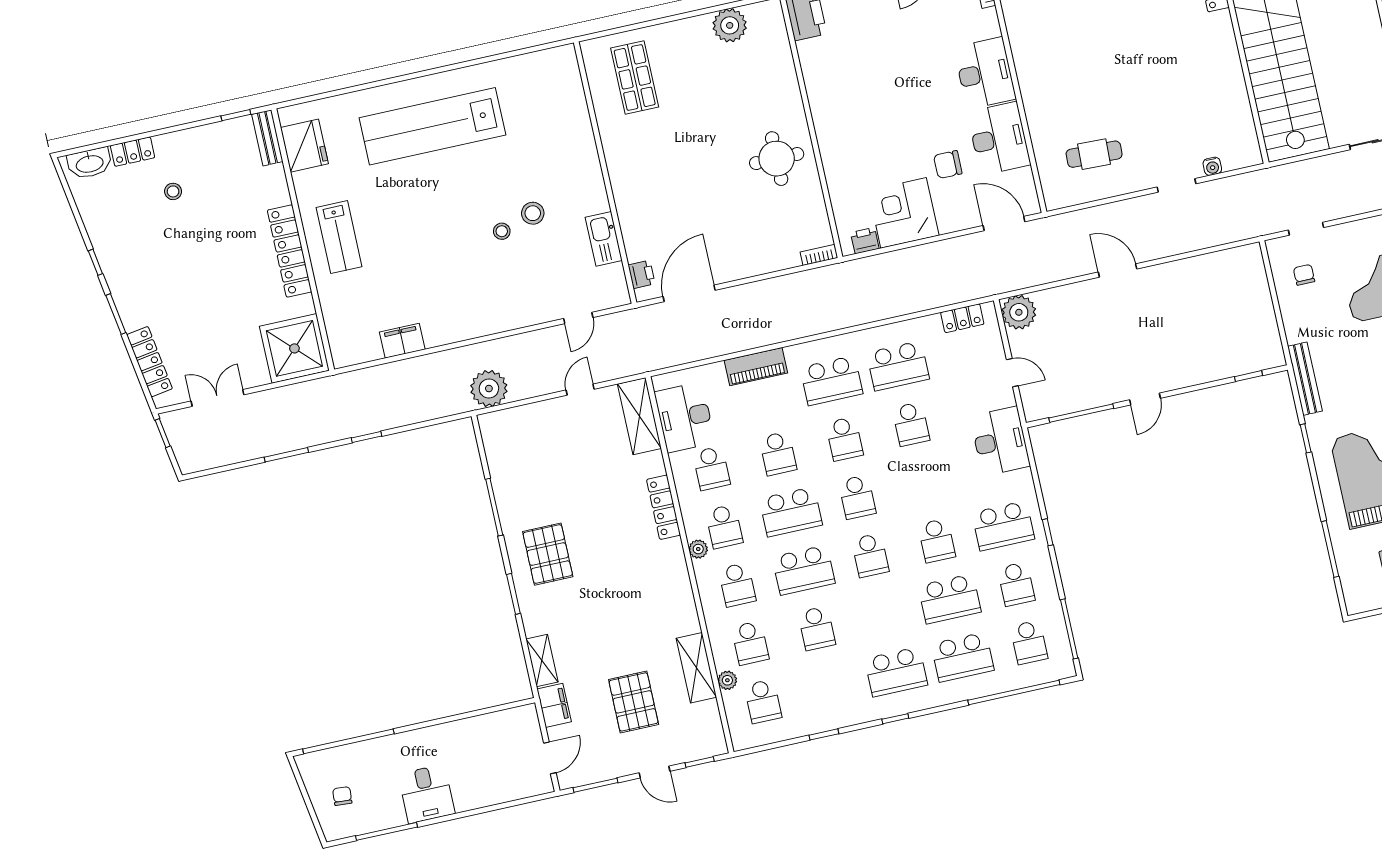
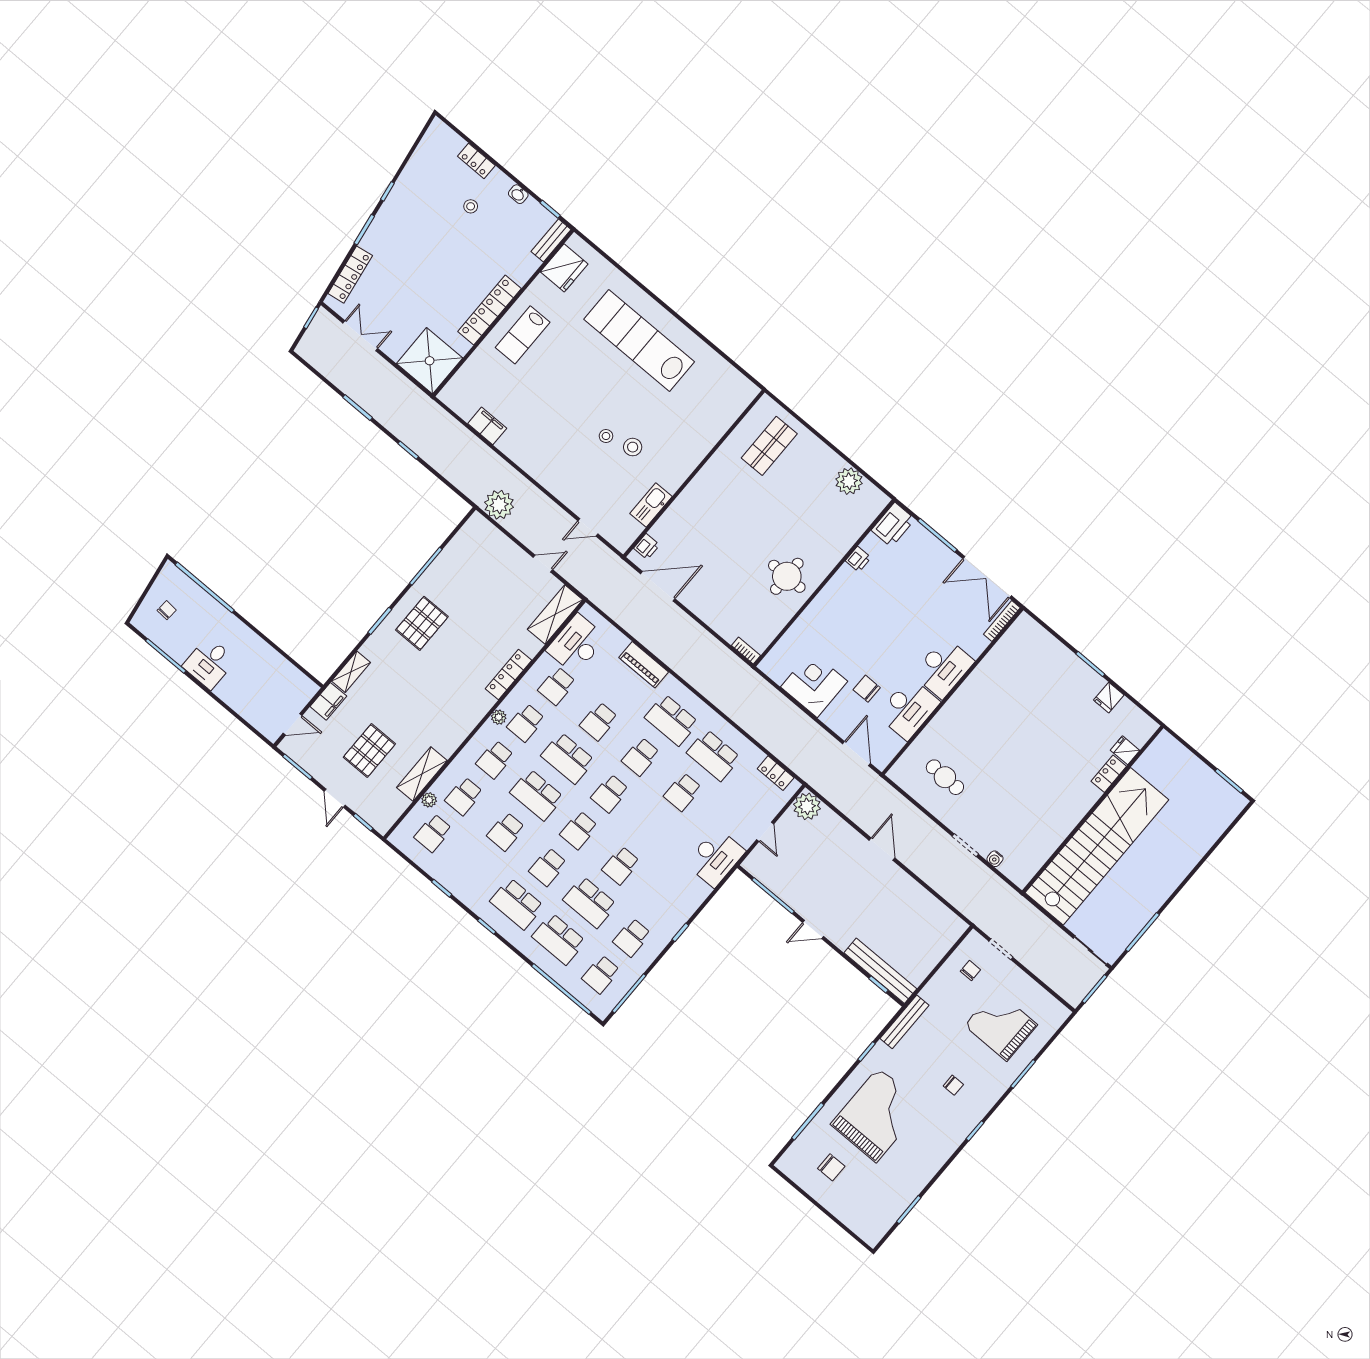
washbasin: (89, 163) -> (518, 194), moved, width x0.52, depth x0.69
printer: (865, 241) -> (858, 559), moved, turned 90
bench: (1236, 364) -> (880, 971), added
school desk: (1003, 526) -> (548, 867), moved, width x0.54

